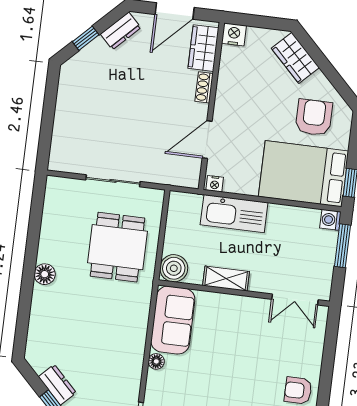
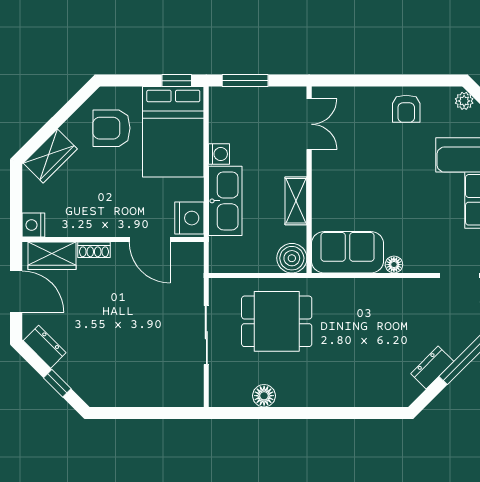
nightstand: (215, 184) -> (189, 218), width x1.89, depth x1.79
washing machine: (330, 220) -> (219, 154), moved, turned -90
floor lamp: (45, 274) -> (264, 396), moved

